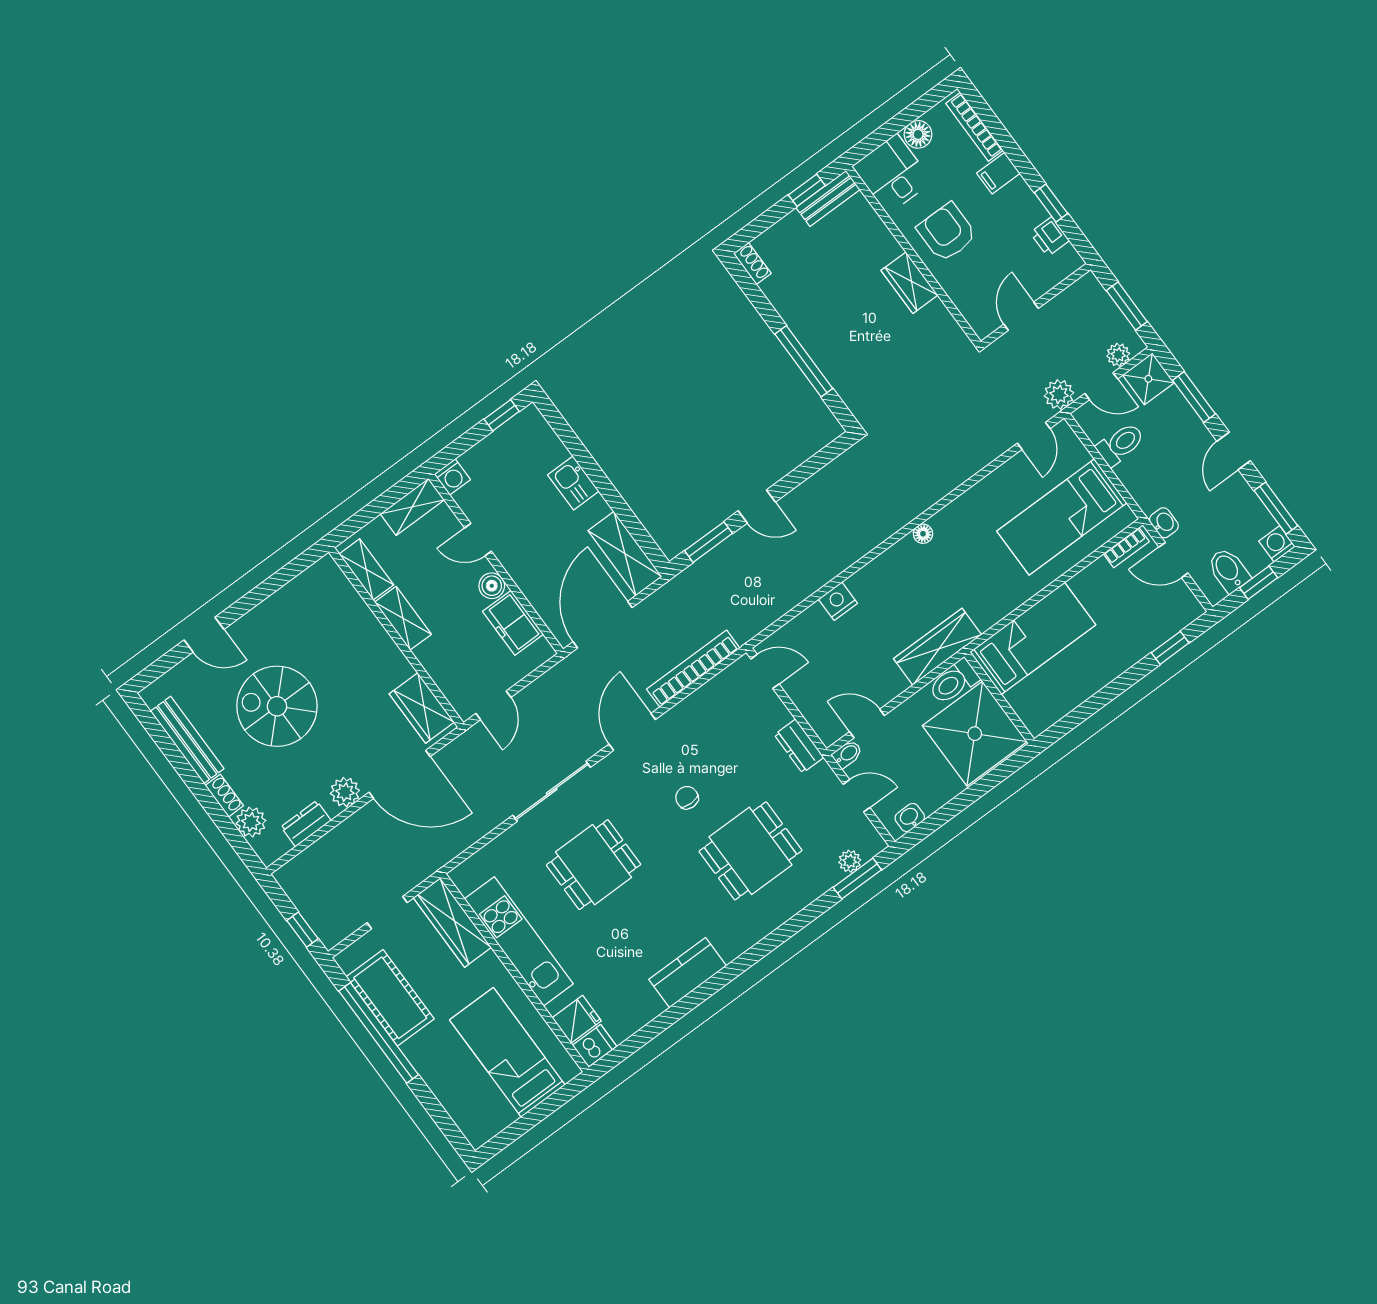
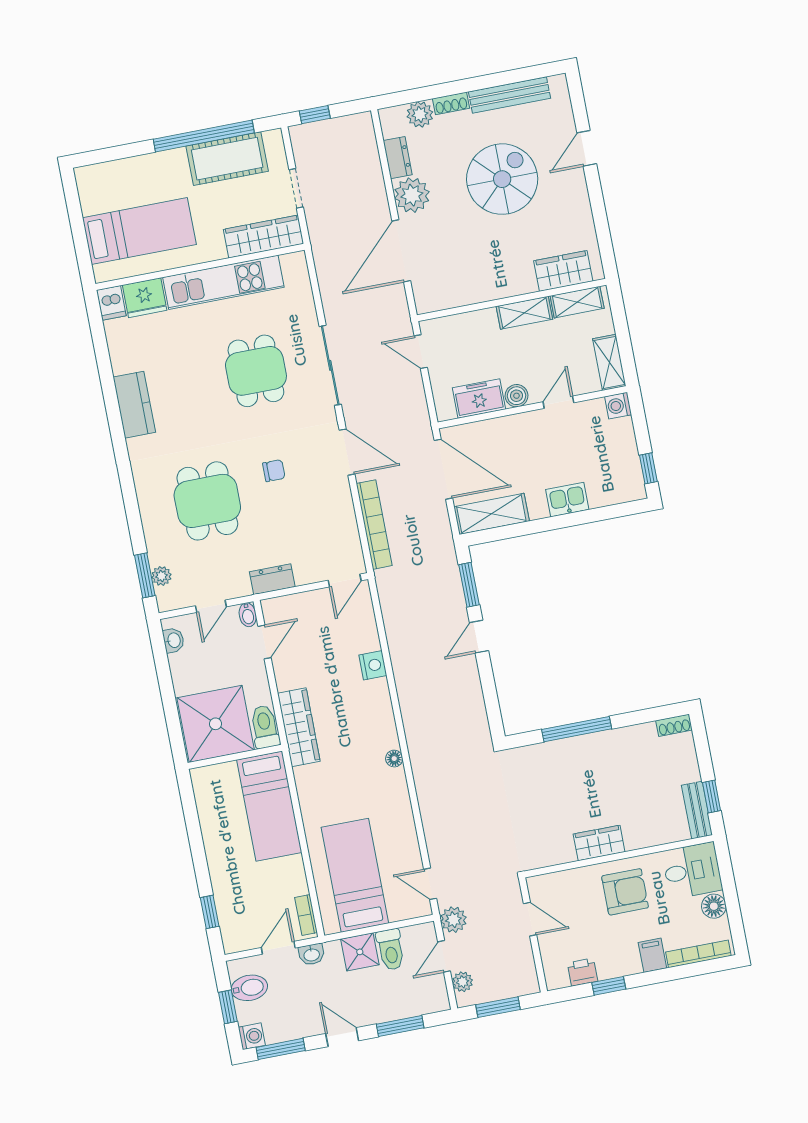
shower: (1148, 379) -> (360, 952), moved
wardrobe: (422, 708) -> (563, 271), moved
plant: (345, 792) -> (412, 195), width x1.36, depth x1.36
fridge: (577, 1019) -> (145, 298), width x1.38

